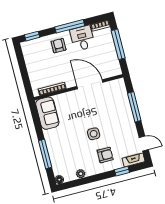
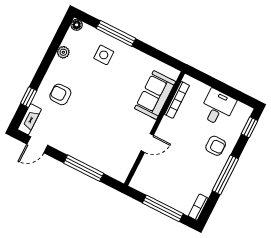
desk: (82, 38) -> (218, 108), moved, turned -90
door: (90, 84) -> (147, 143), width x0.53
sofa: (47, 113) -> (155, 95), moved, turned 90
side table: (94, 134) -> (104, 55), moved
armchair: (105, 155) -> (60, 94), turned 90

